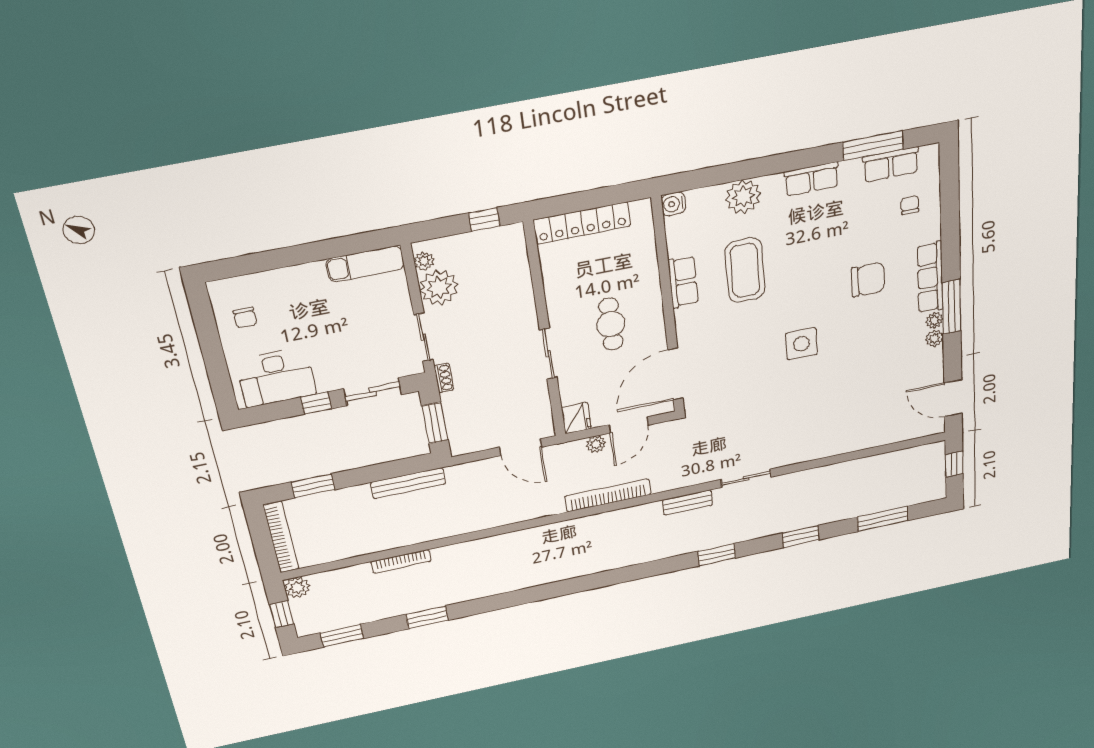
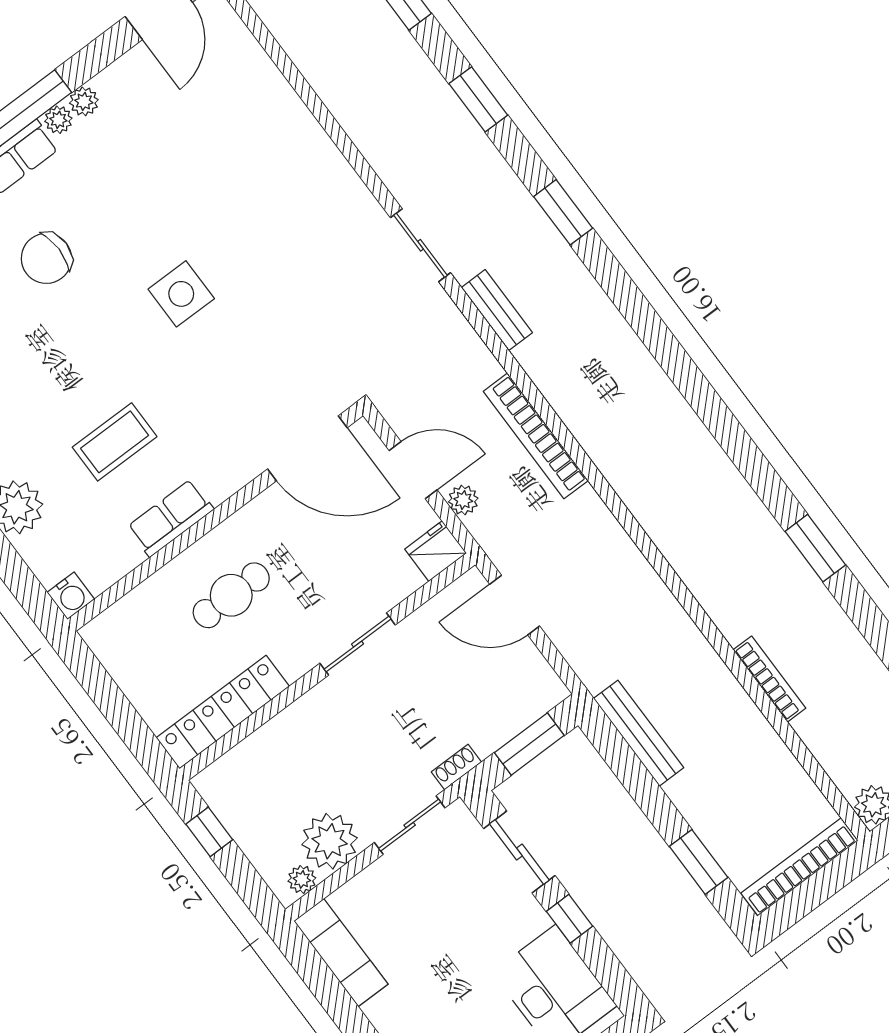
locker: (582, 223) -> (223, 712), moved, turned -90
coffee table: (745, 270) -> (115, 442), width x0.73, depth x0.76
chair: (868, 280) -> (46, 258), turned -90
cafe table: (611, 324) -> (231, 595), moved
door: (521, 447) -> (515, 605), swing flipped
window: (427, 617) -> (815, 548), moved

